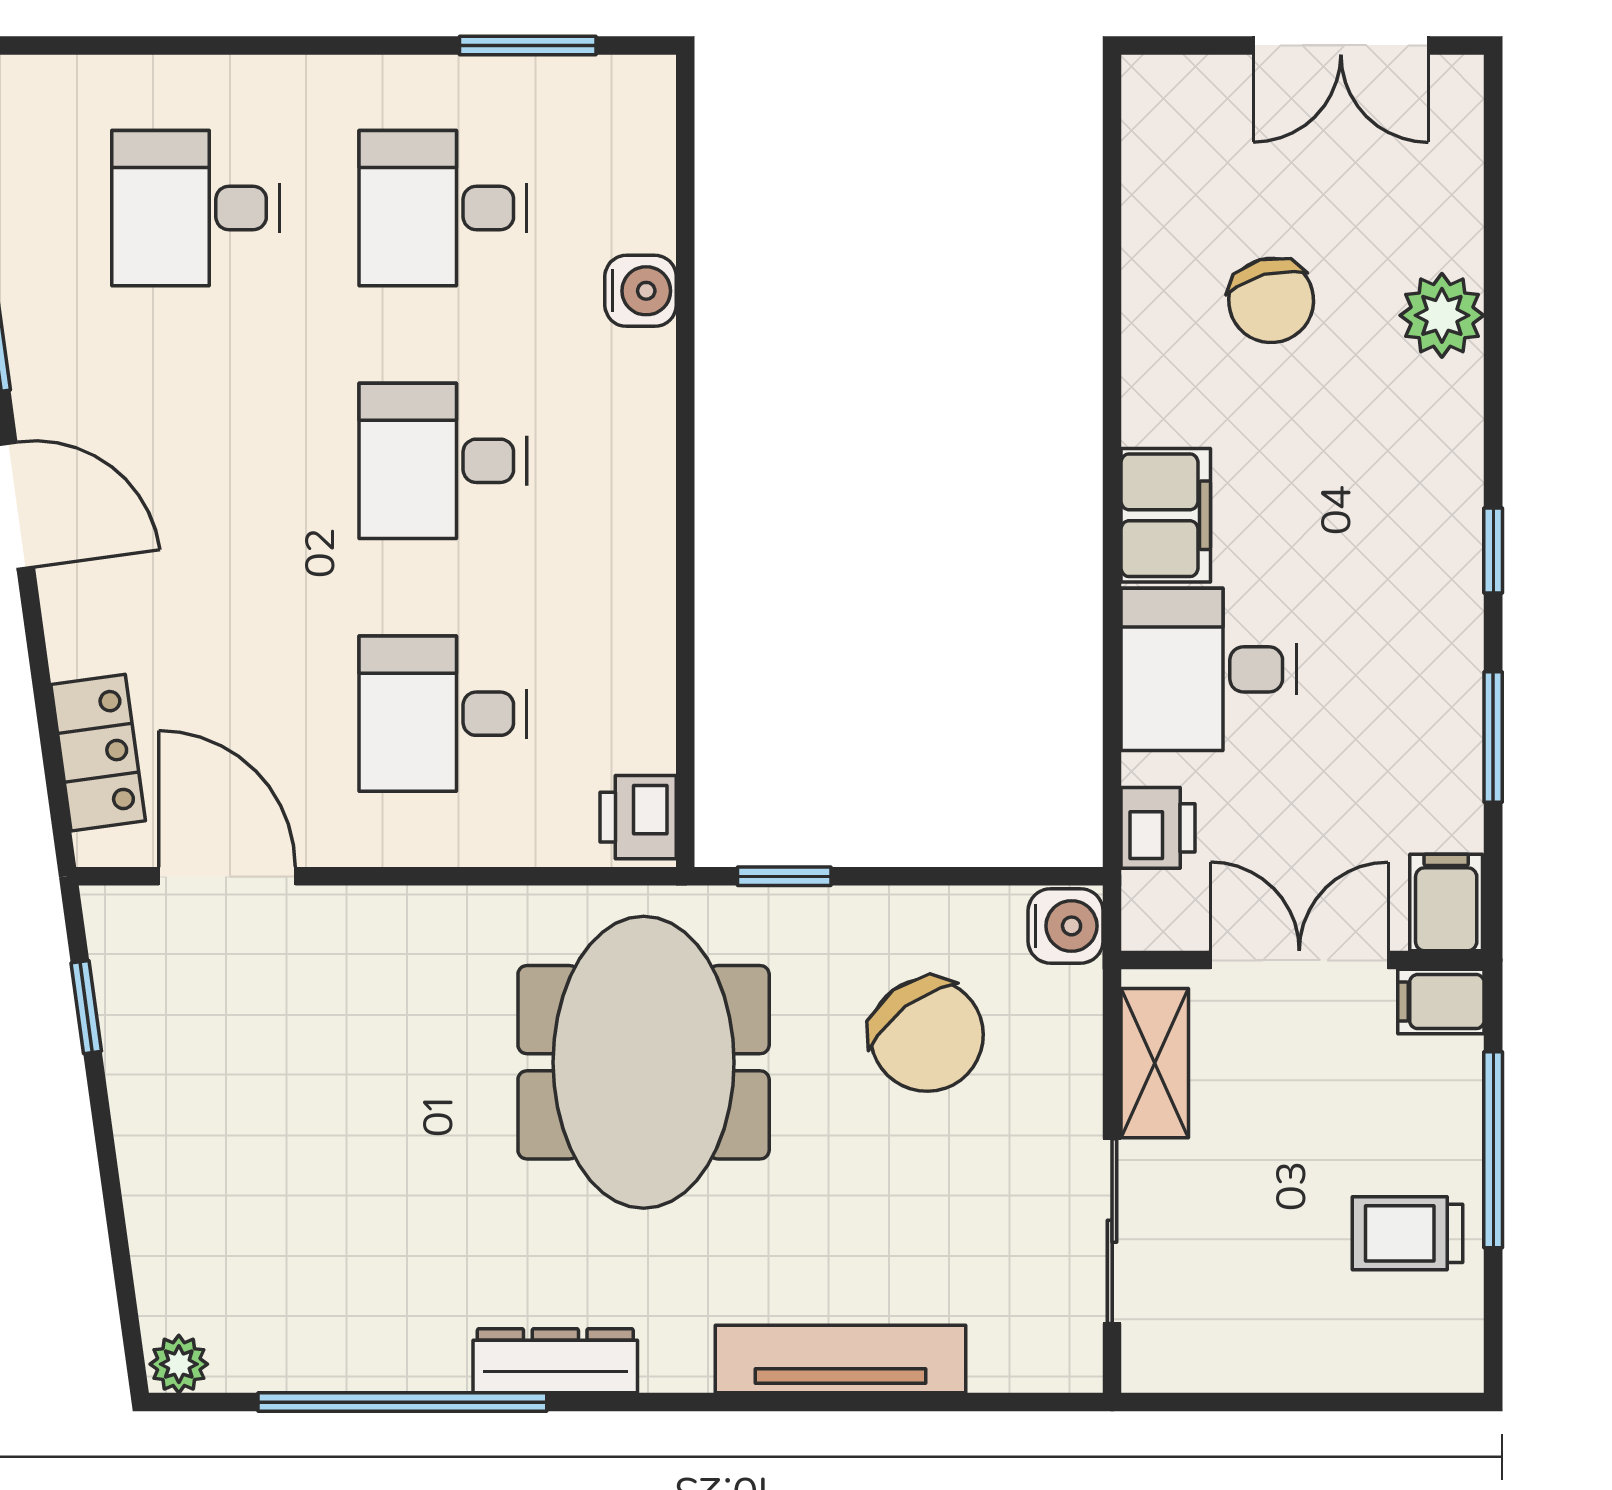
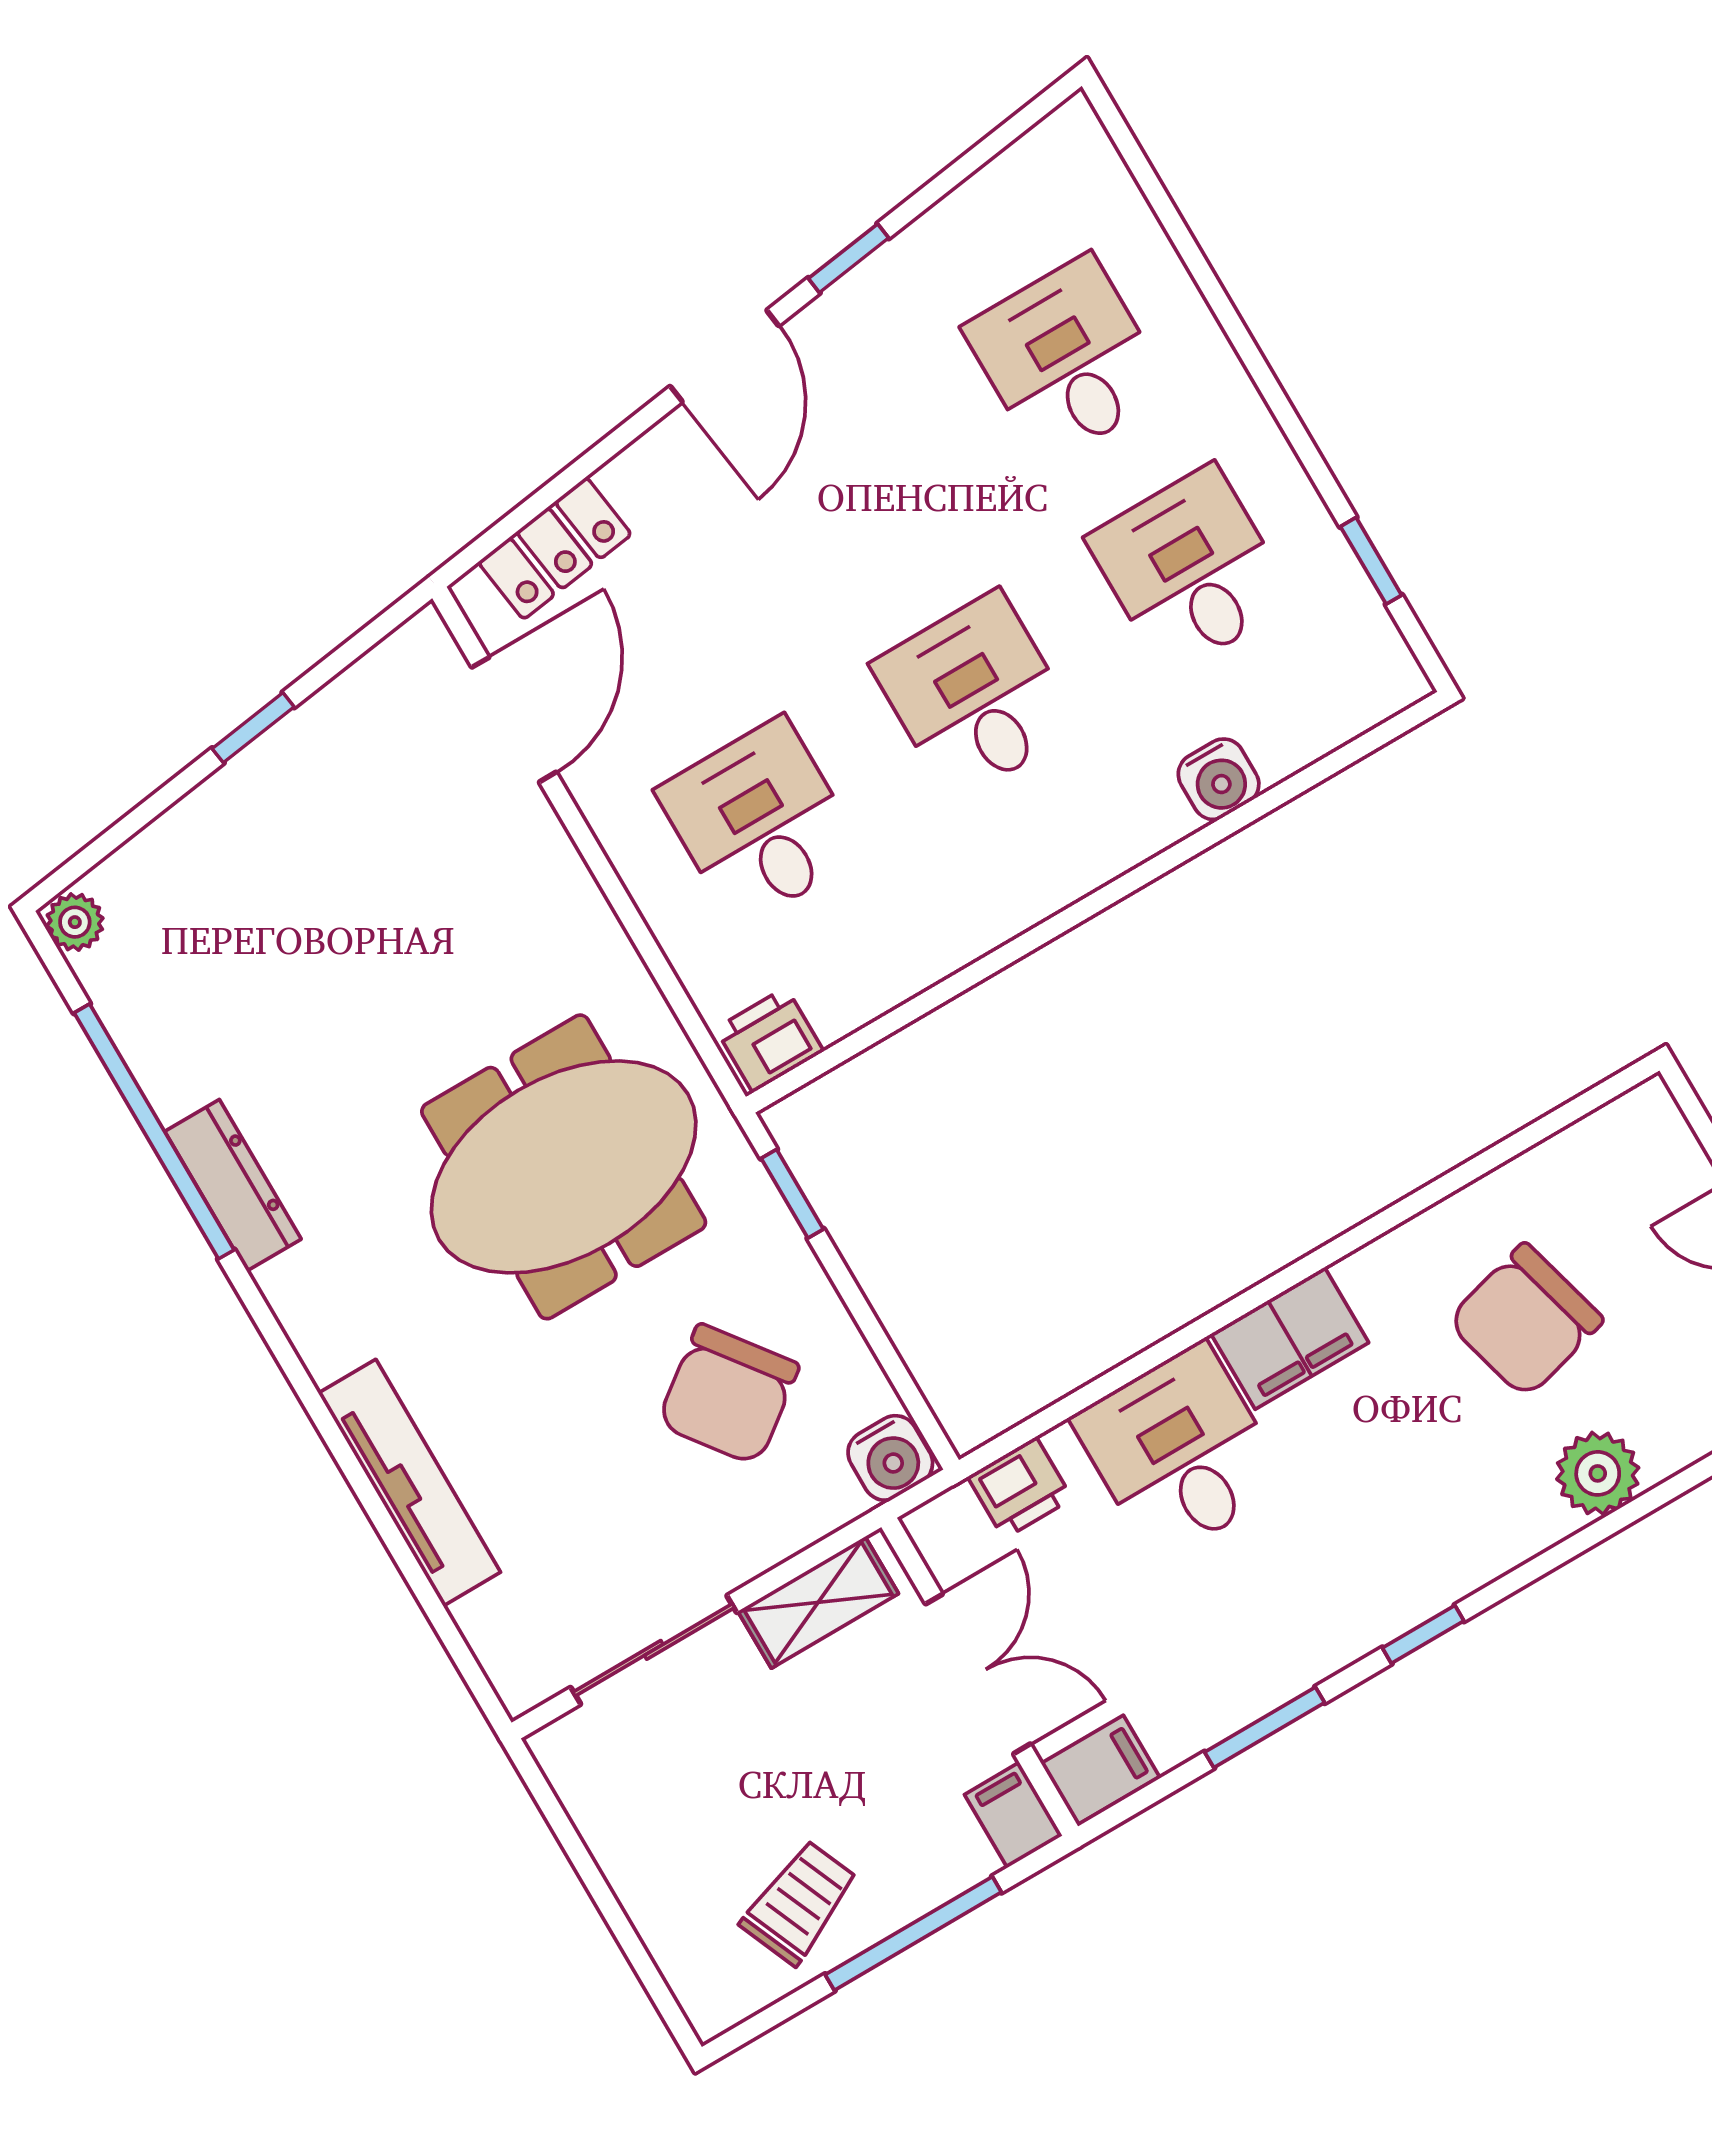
window: (528, 45) -> (1371, 561), width x0.67
chair: (1271, 300) -> (1525, 1321), width x1.37, depth x1.37
window: (86, 1007) -> (253, 728), moved
trolley: (1407, 1233) -> (799, 1902), turned 67
dresser: (555, 1361) -> (233, 1185), moved

